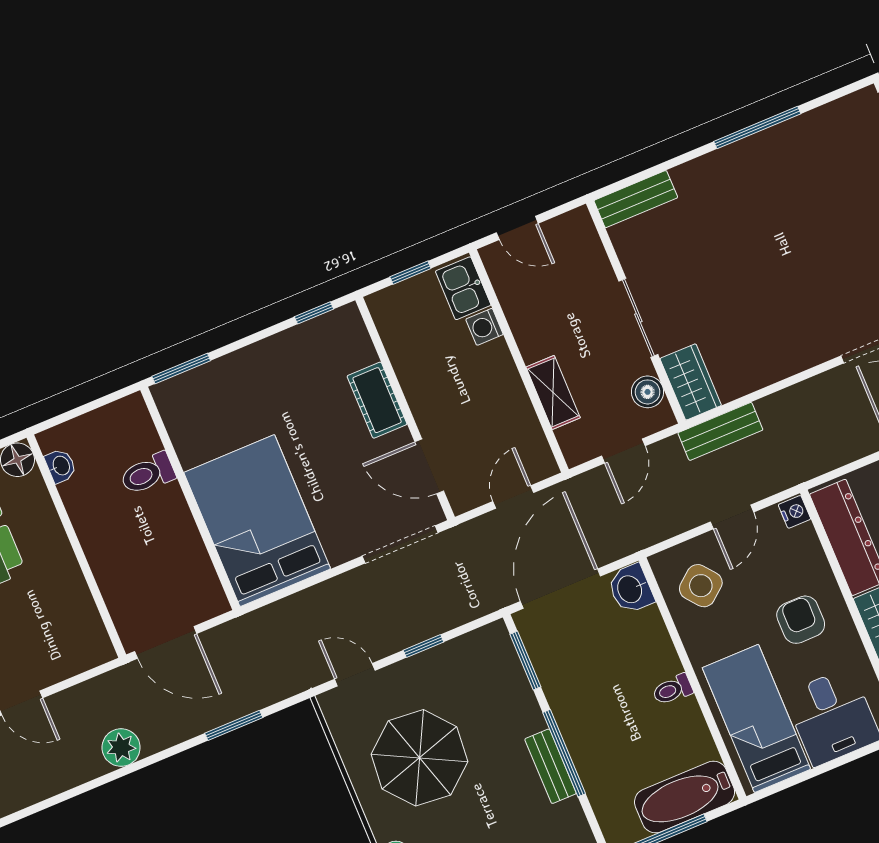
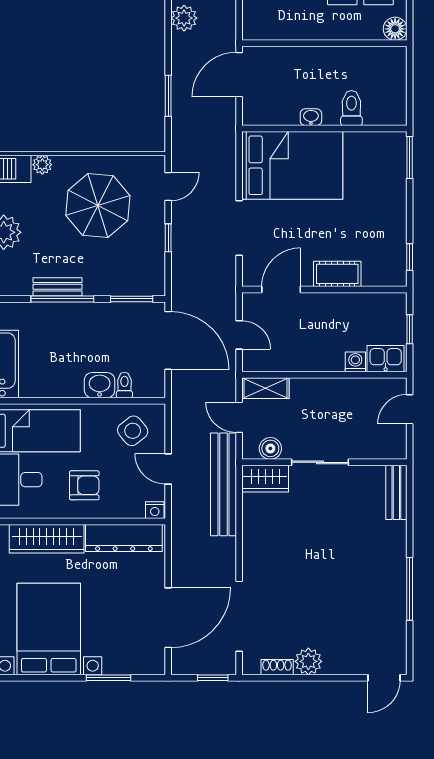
shelving: (553, 392) -> (265, 388), moved
bench: (720, 431) -> (223, 484), width x1.86, depth x1.21
washbasin: (61, 466) -> (311, 117), moved, turned 180
doorway: (400, 544) -> (239, 228), moved
washbasin: (631, 589) -> (100, 385), moved
toilet: (672, 690) -> (124, 385), moved

